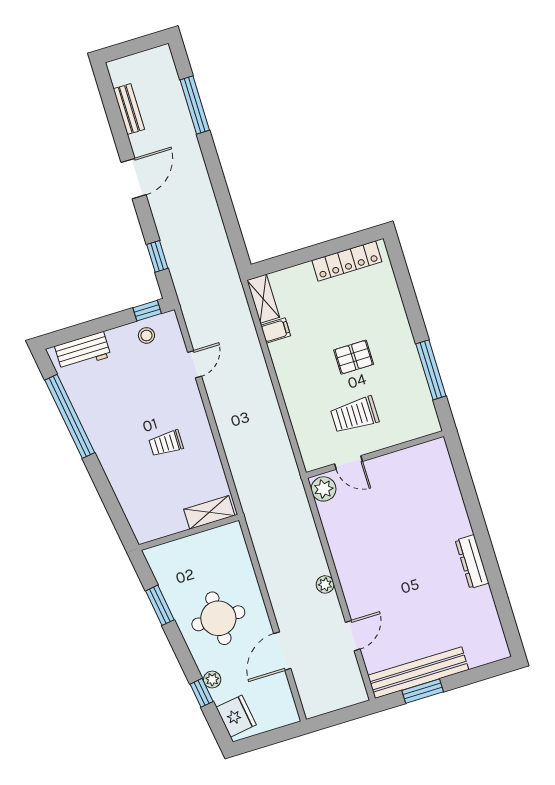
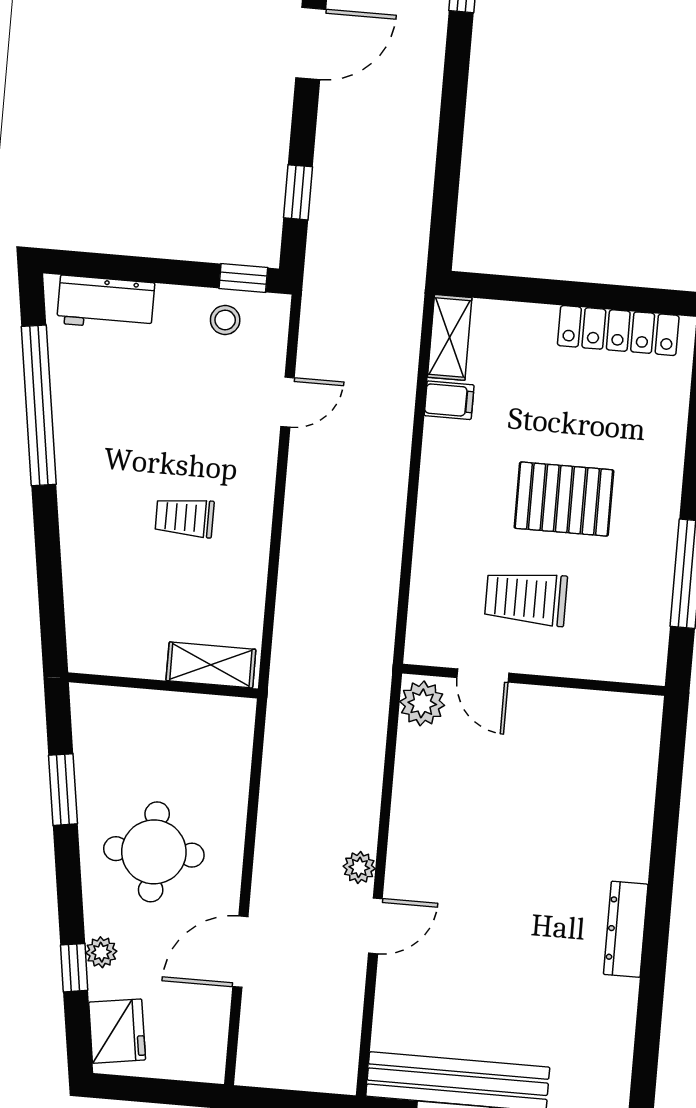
pallet: (354, 357) -> (564, 499), width x1.50, depth x1.42
door: (353, 636) -> (375, 926), moved

